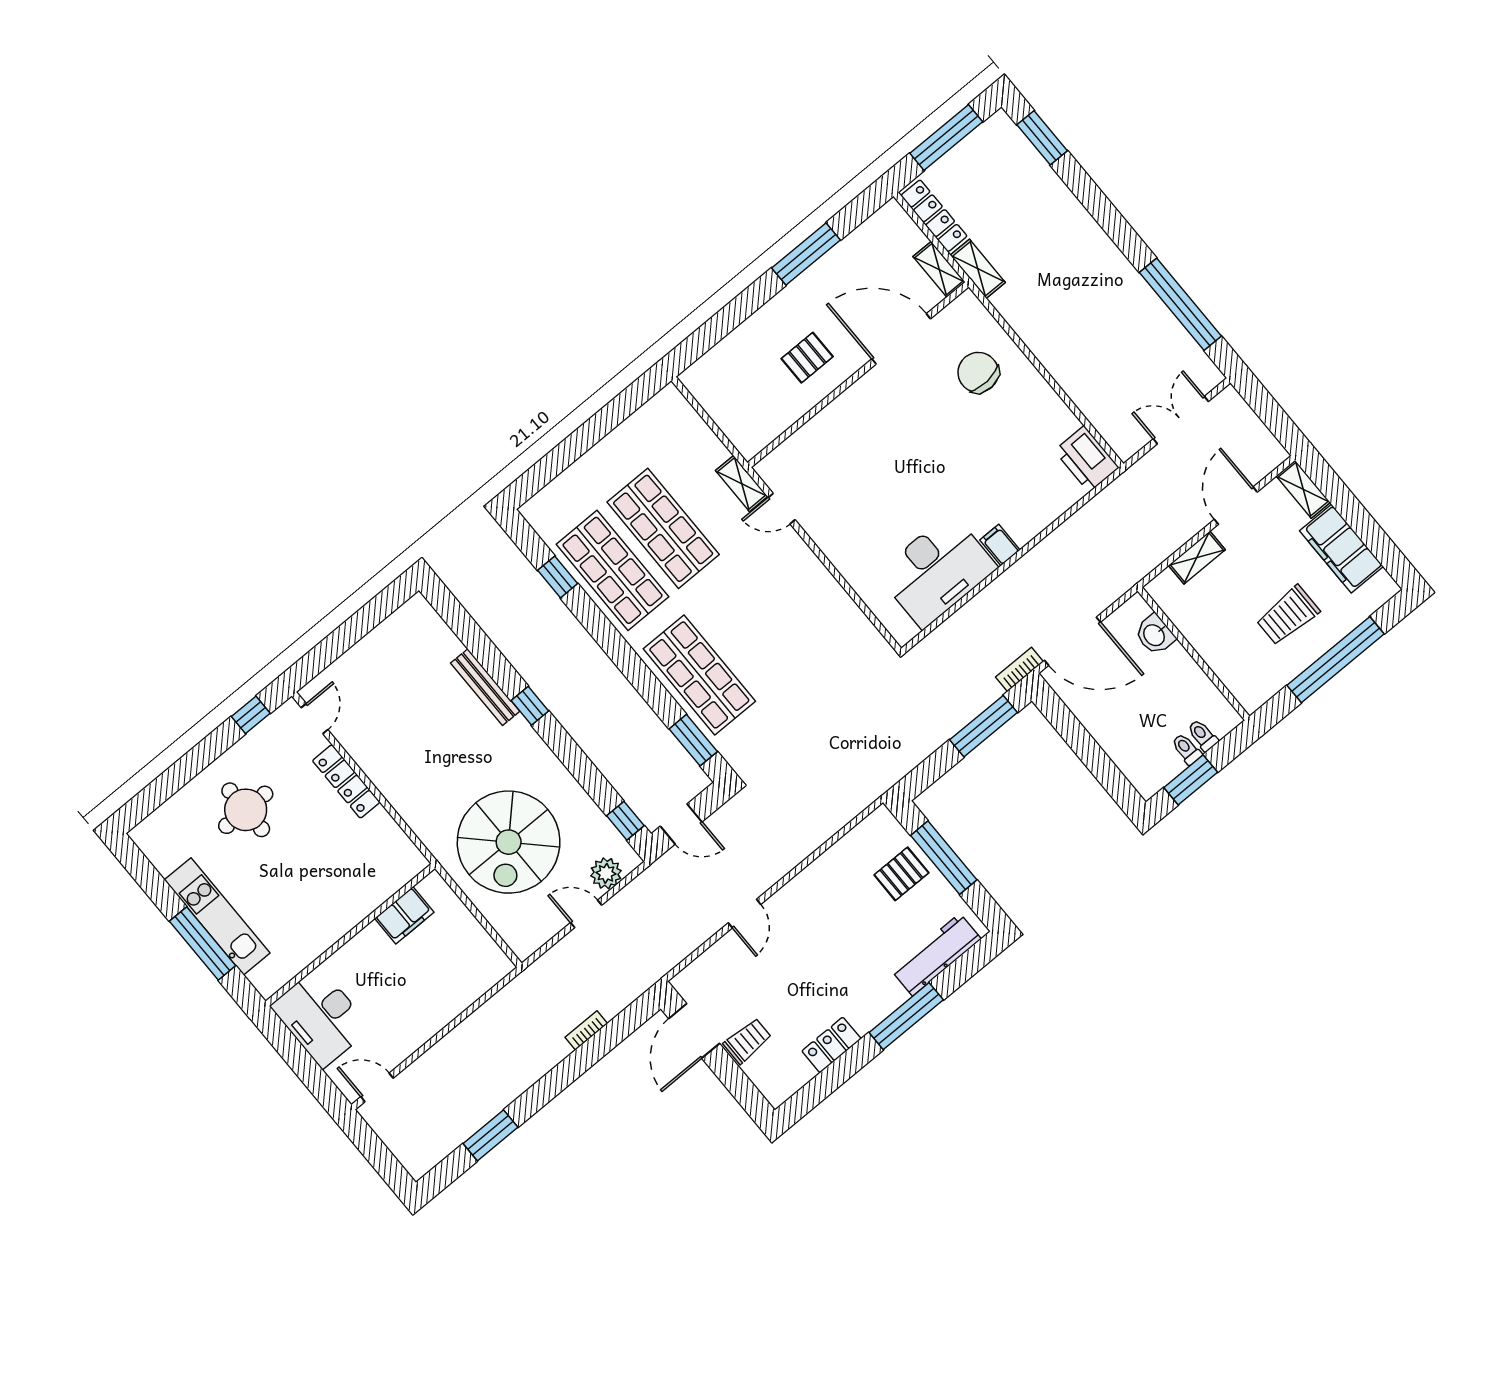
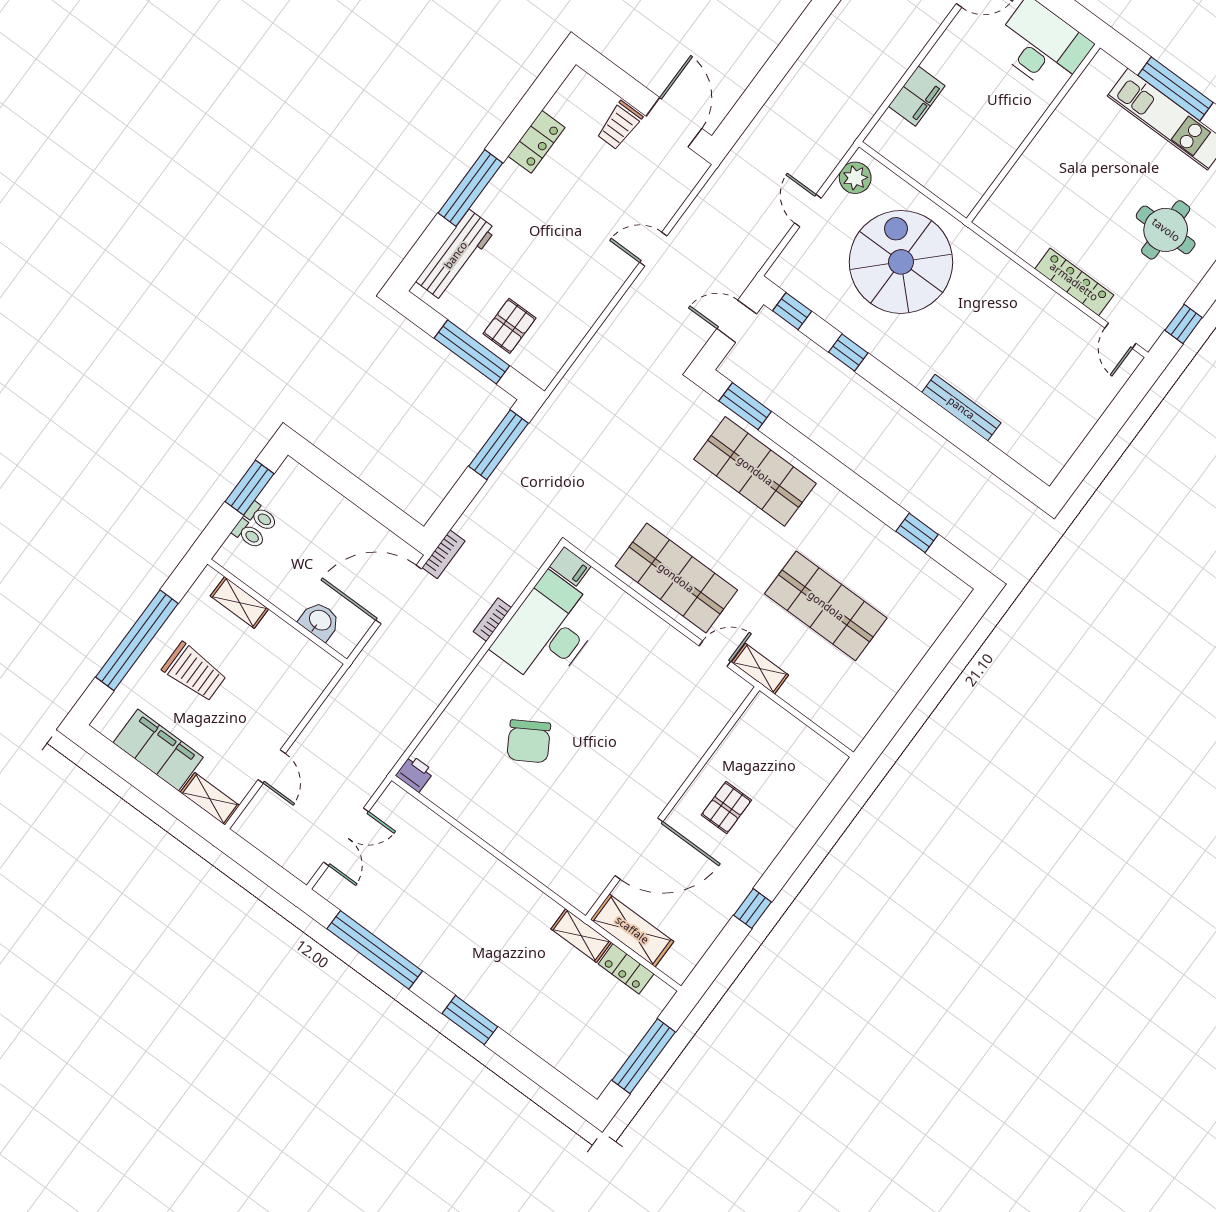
window: (1042, 138) -> (470, 1020), moved
locker: (934, 216) -> (626, 969), width x0.66
window: (806, 254) -> (753, 909), width x0.46
shelving: (939, 269) -> (632, 930), width x1.50, depth x1.33
chair: (978, 372) -> (529, 741), moved, turned 63
printer: (1086, 459) -> (415, 773), width x0.53, depth x0.68
door: (1236, 506) -> (272, 766), width x0.73
filing cabinet: (1000, 545) -> (570, 566), moved
shelving: (1197, 557) -> (239, 603), moved, turned 90
shop shelf: (613, 570) -> (676, 578), moved
trolley: (1288, 615) -> (194, 672), turned 90
window: (530, 706) -> (848, 352), moved
window: (984, 726) -> (498, 445), moved
plant: (606, 873) -> (855, 178), moved
door: (586, 914) -> (808, 211), swing flipped
door: (744, 914) -> (653, 249), hinge flipped
filing cabinet: (404, 915) -> (917, 96), moved, turned 180
bookcase: (586, 1030) -> (492, 620), moved, turned 180

